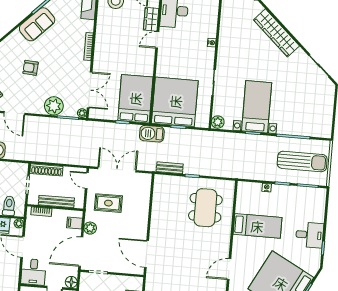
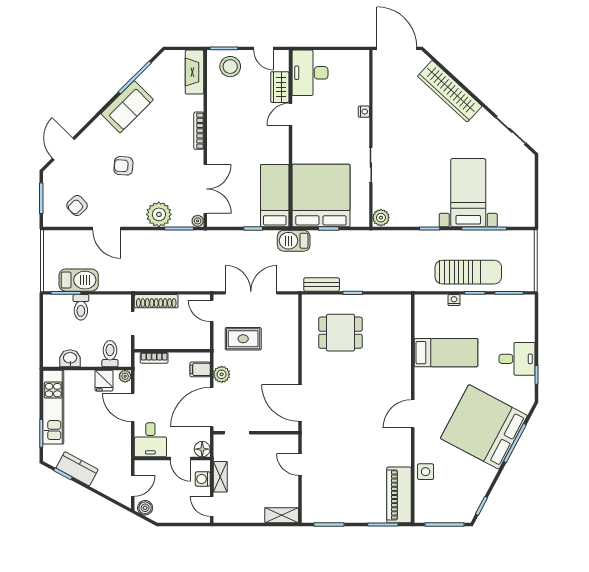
bed: (135, 99) -> (275, 196), width x0.67
bed with nightstands: (257, 107) -> (468, 193), moved
sun lounger: (302, 161) -> (468, 272), moved
bench: (56, 201) -> (173, 342), removed
dining table: (205, 208) -> (340, 333), moved, width x0.73

